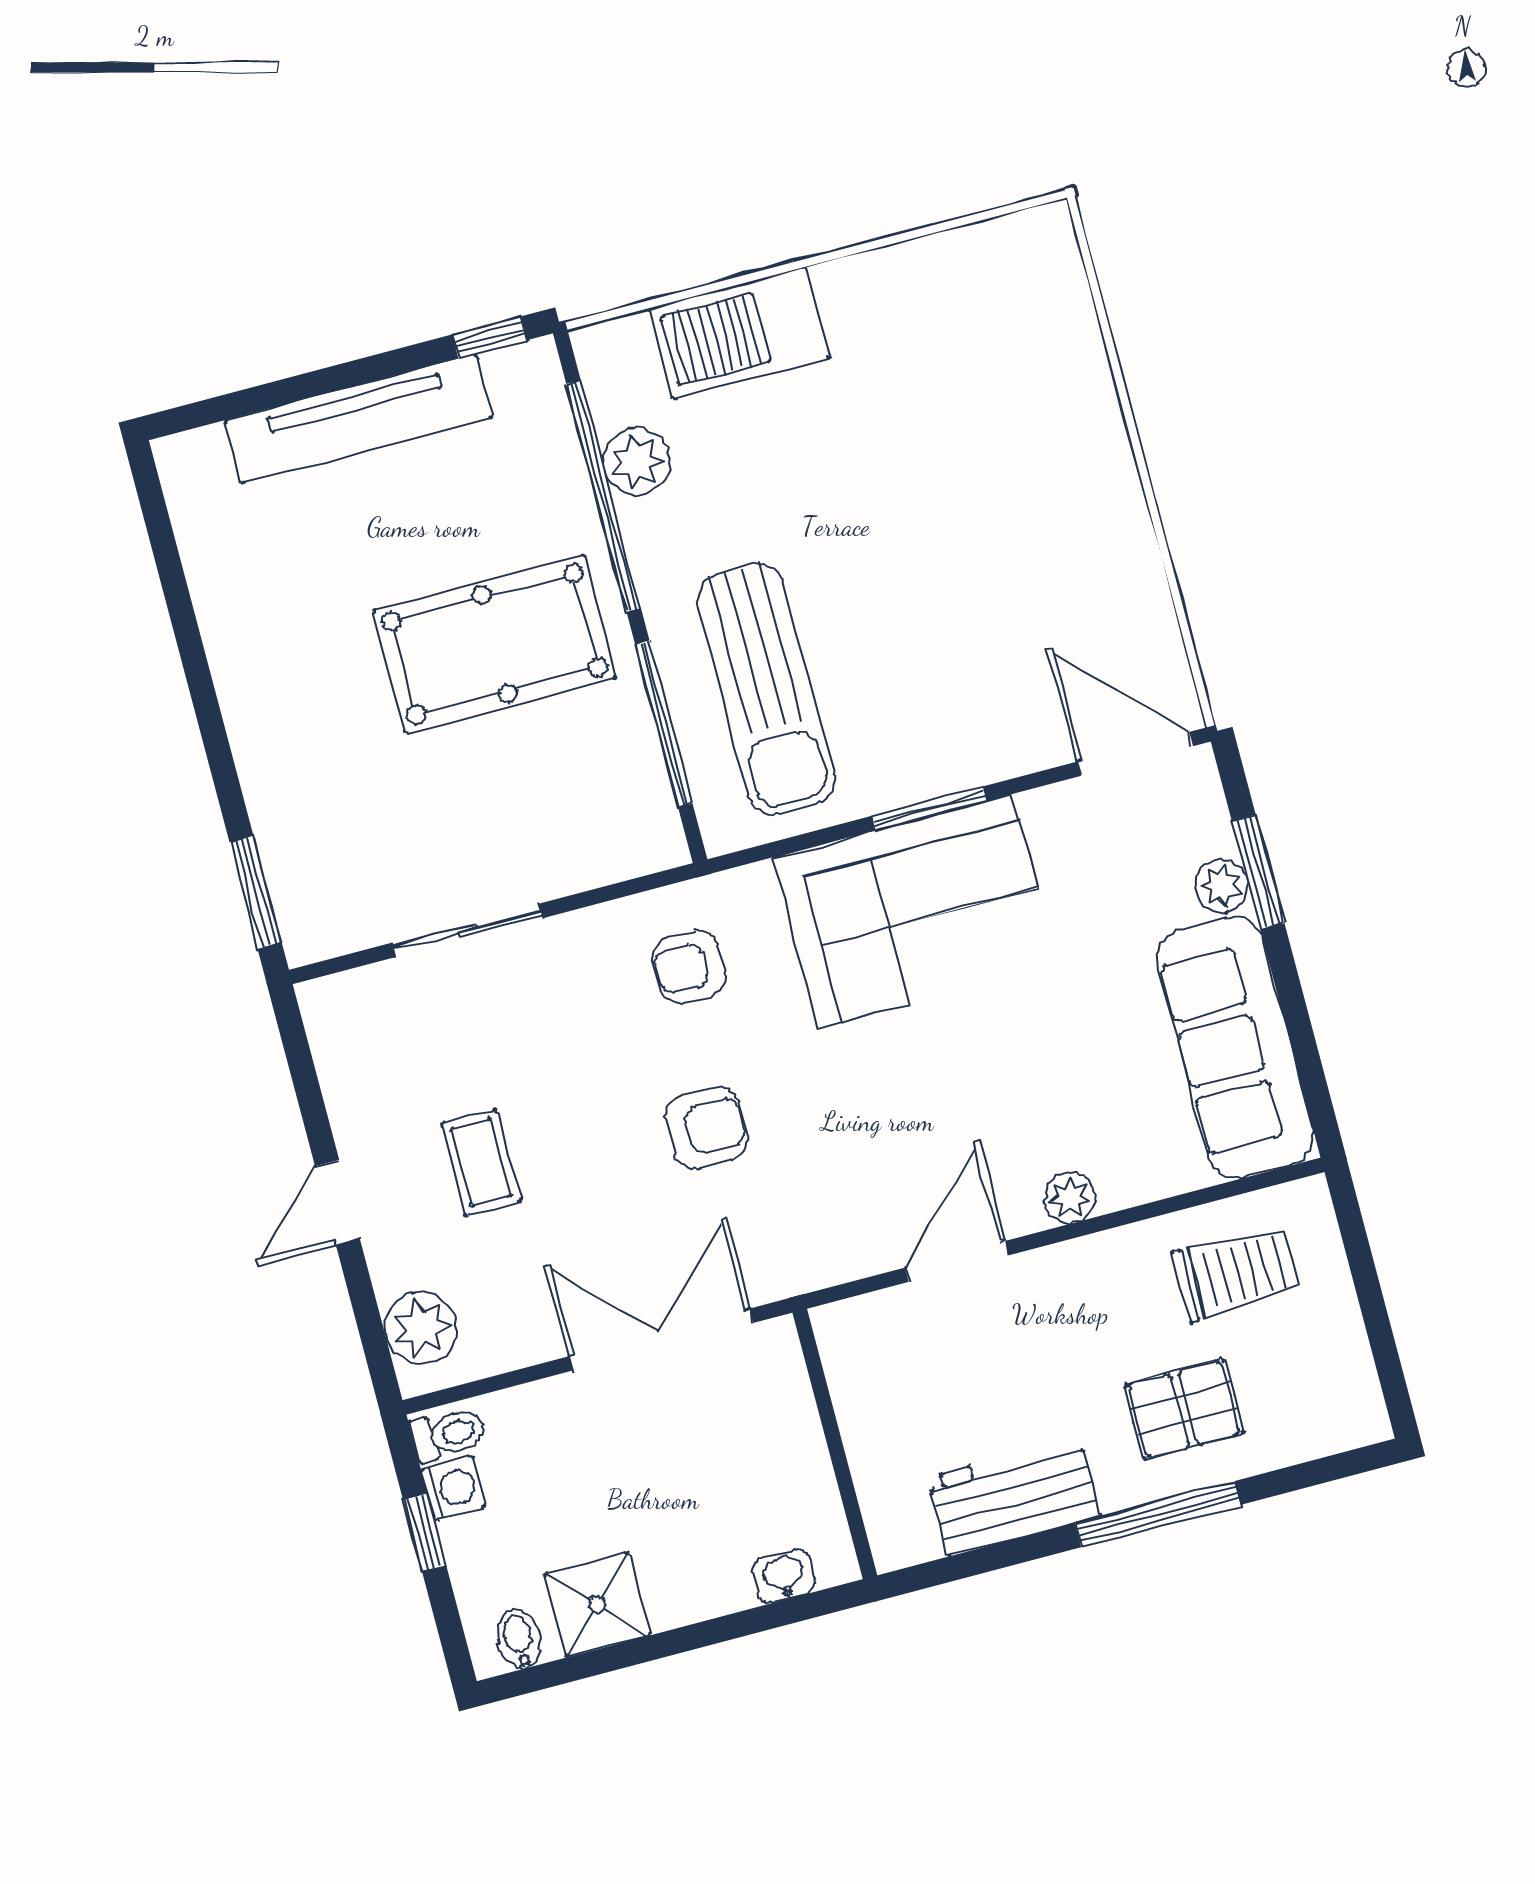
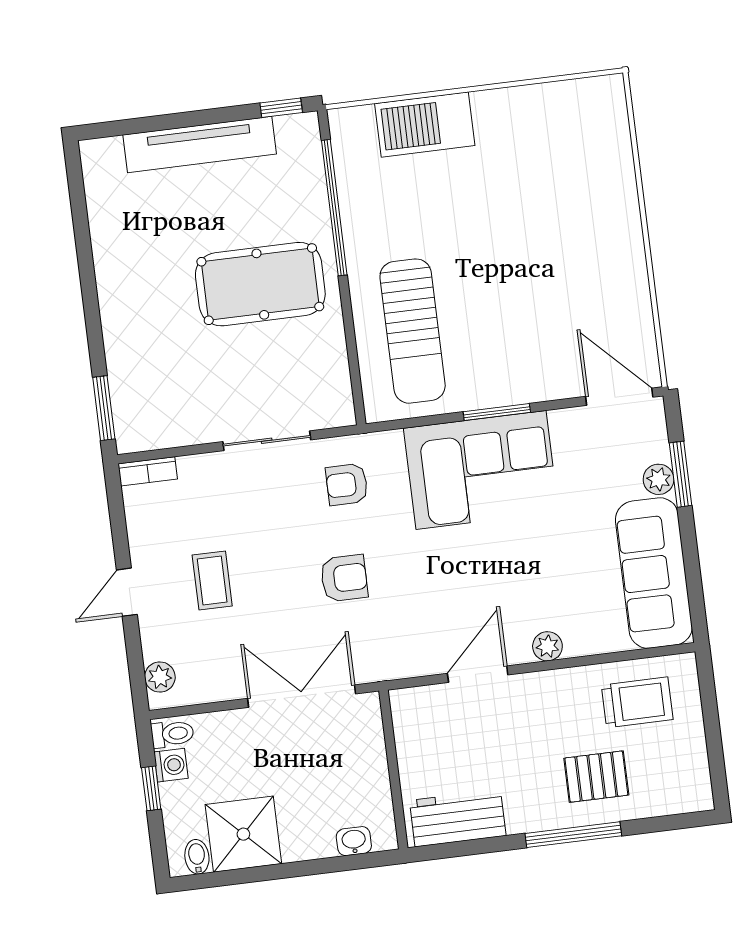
plant: (637, 461) -> (356, 190), removed
window: (664, 724) -> (351, 343), removed
sliding door: (468, 930) -> (267, 441), moved
bookcase: (345, 991) -> (148, 471), added
plant: (421, 1328) -> (160, 677), width x0.73, depth x0.73
workbench: (1014, 1497) -> (458, 818), moved
shower: (597, 1605) -> (243, 834), width x1.36, depth x1.36

